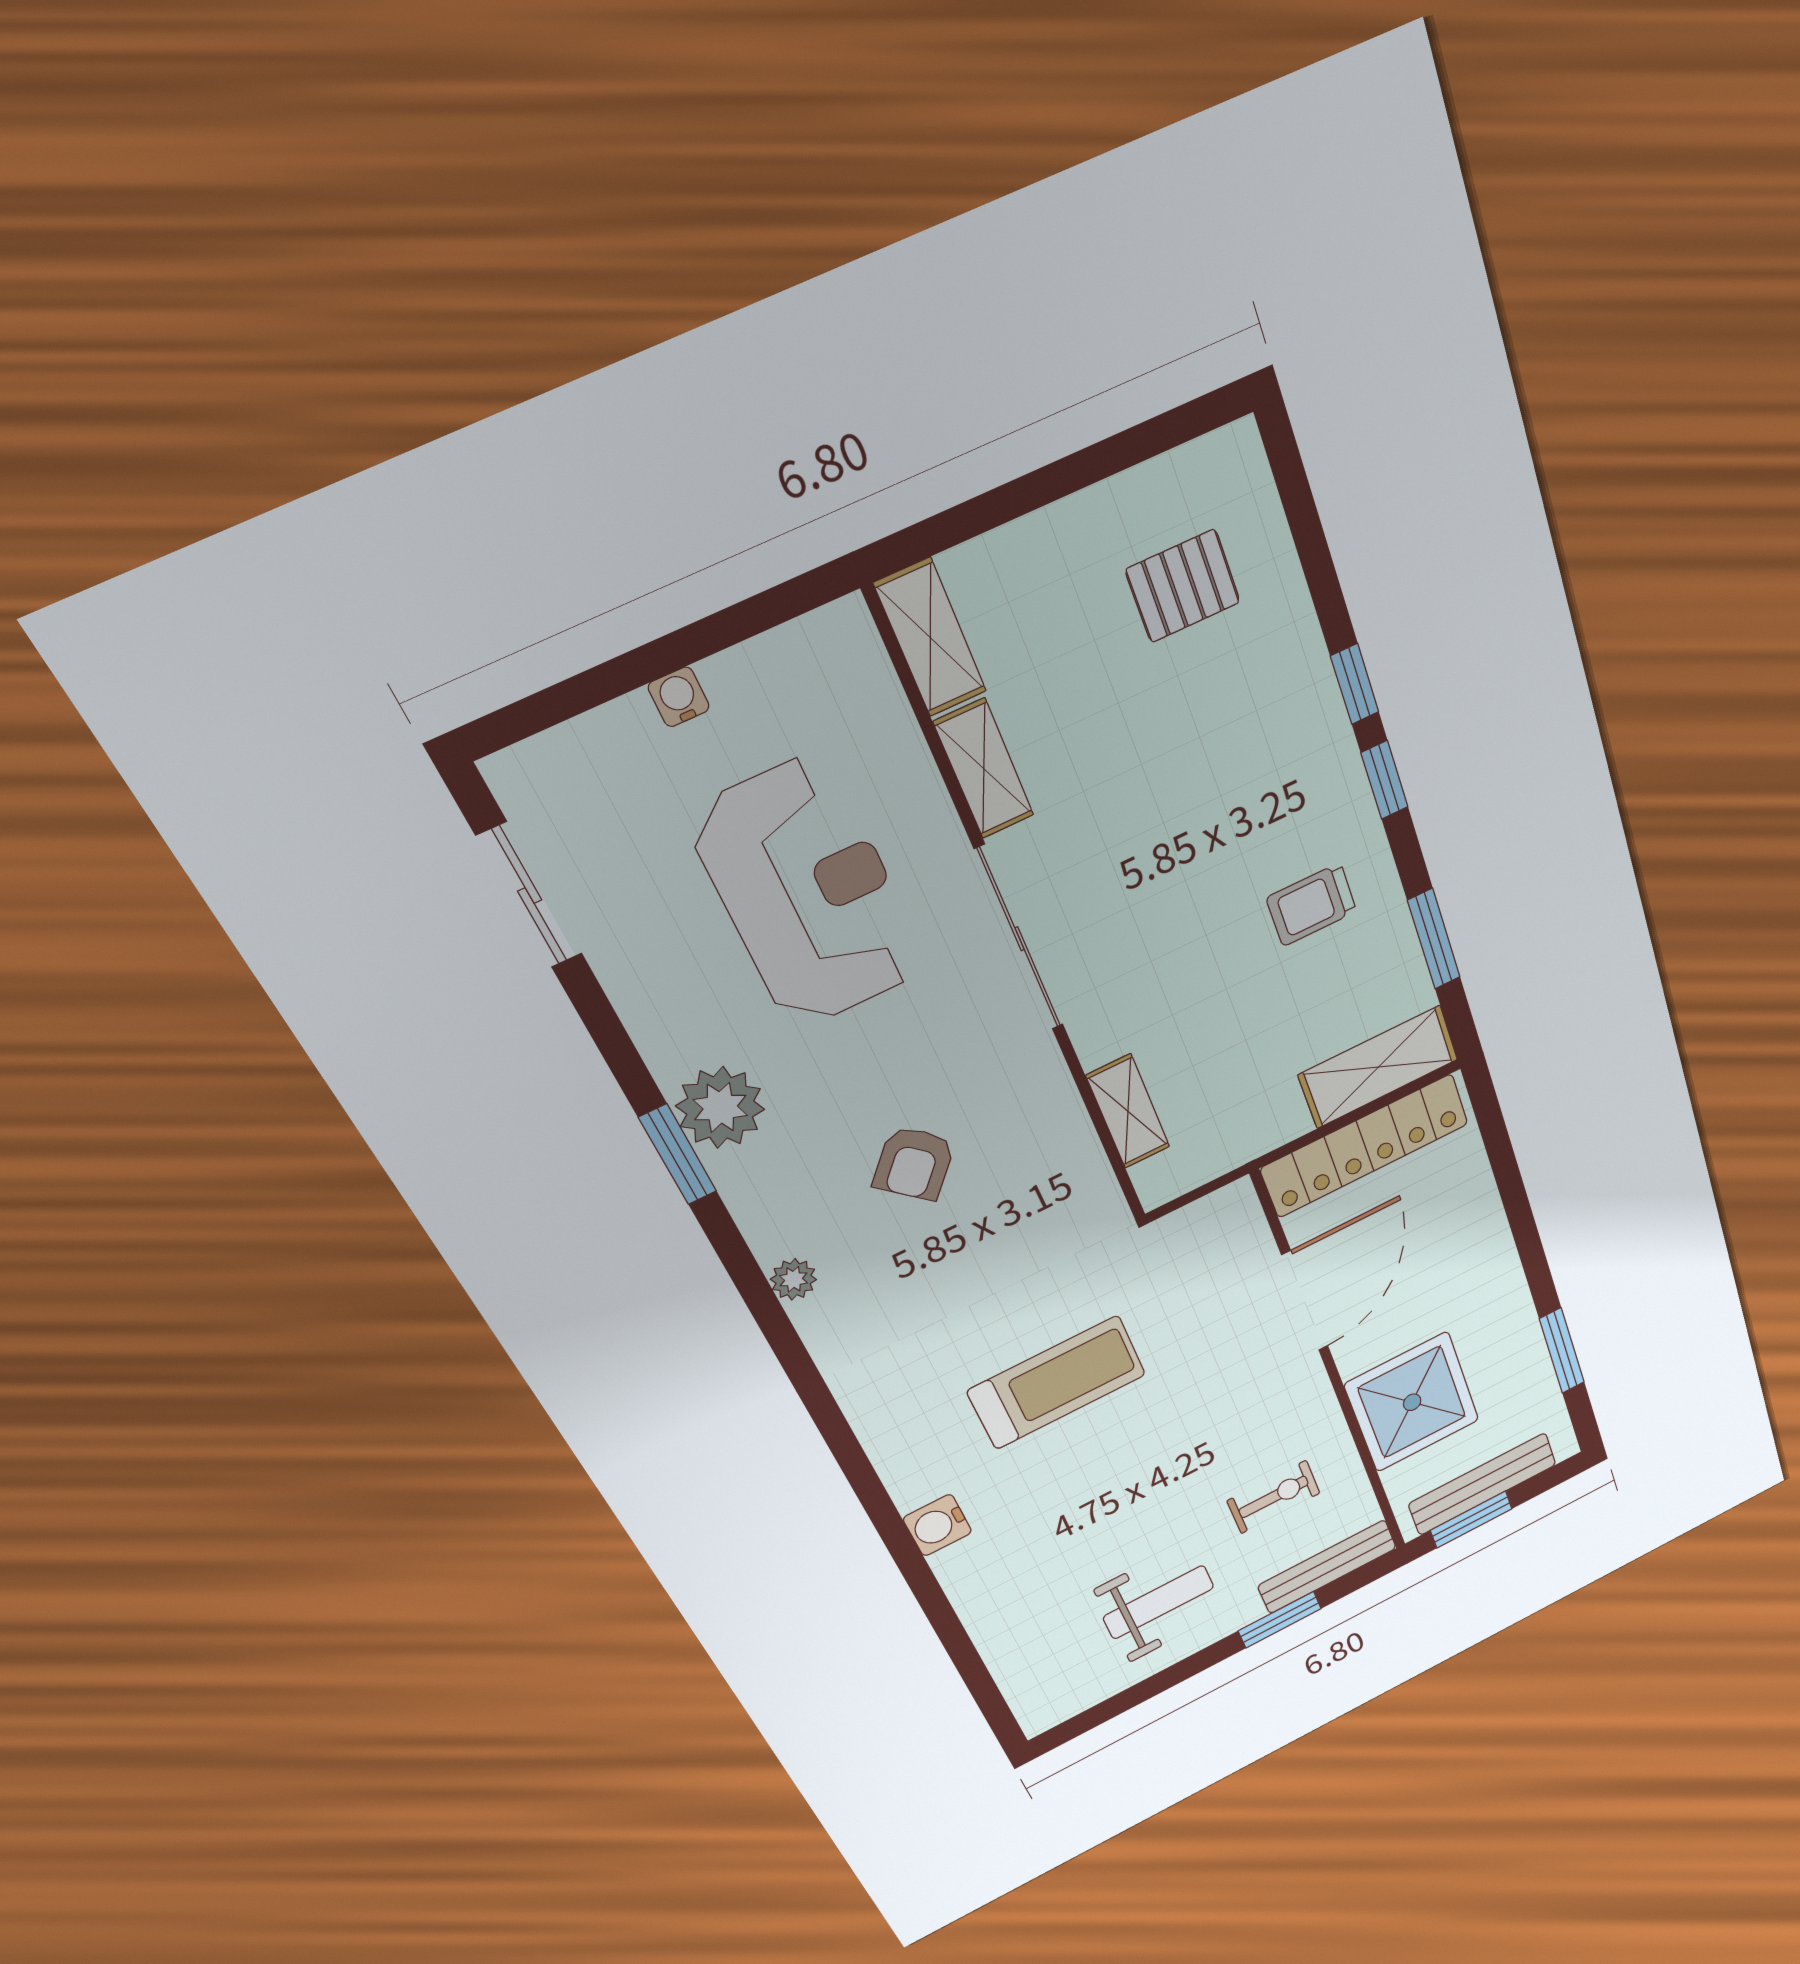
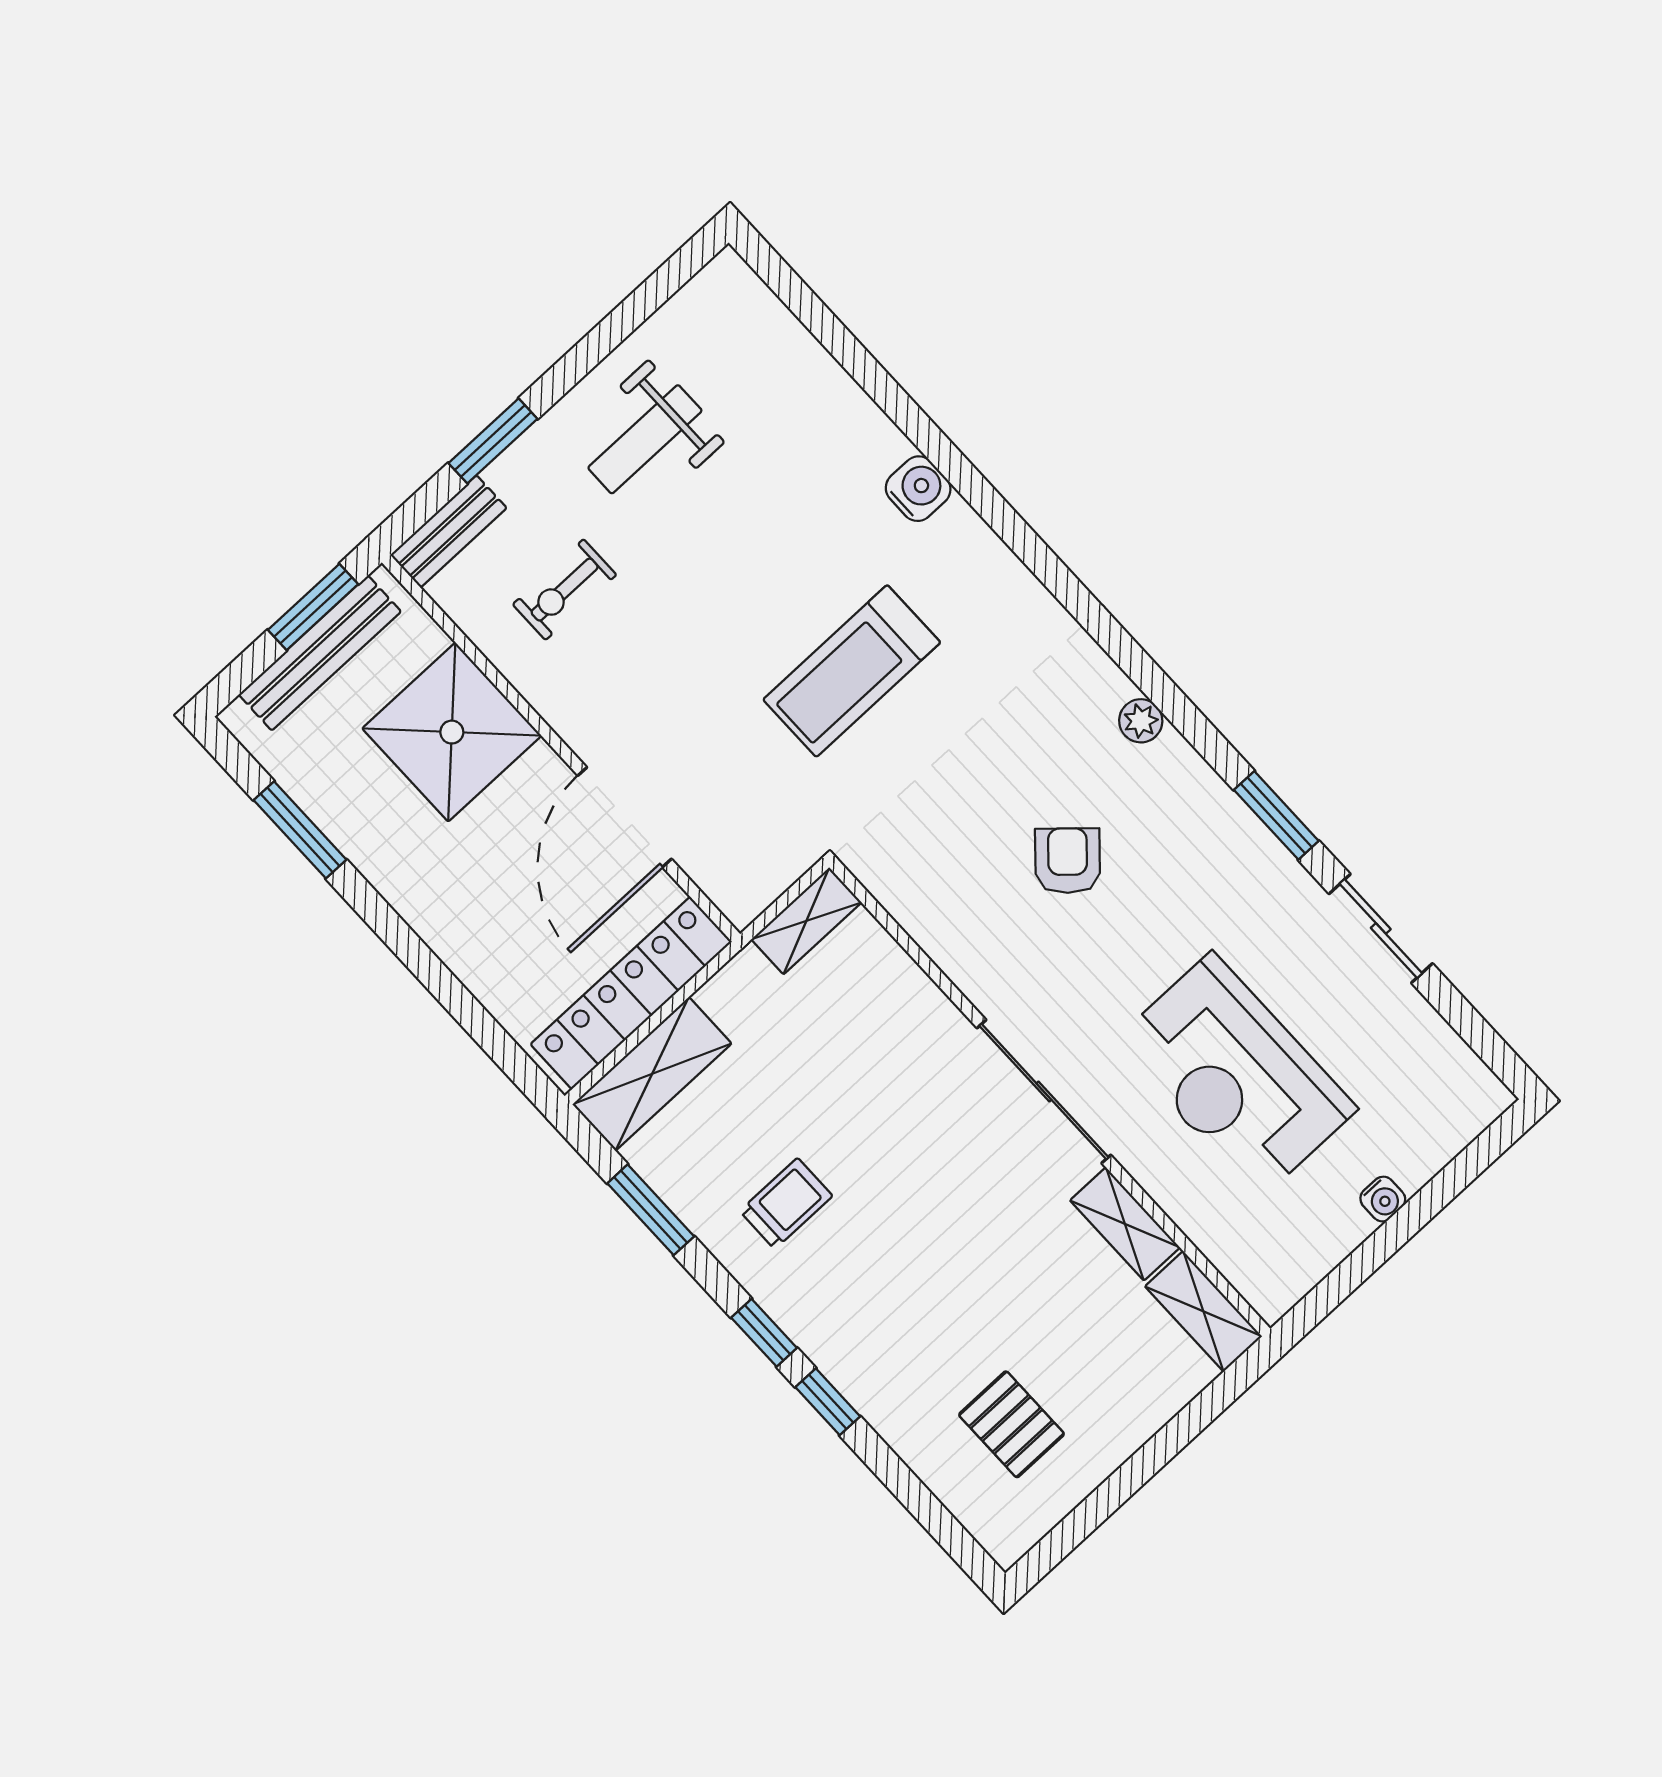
pallet: (1183, 586) -> (1011, 1424), turned 90
sliding door: (530, 895) -> (1381, 929), moved
plant: (720, 1108) -> (1253, 868), removed
shelving: (1128, 1111) -> (806, 921), moved, turned 90
bench: (1327, 1567) -> (448, 531), width x0.73

